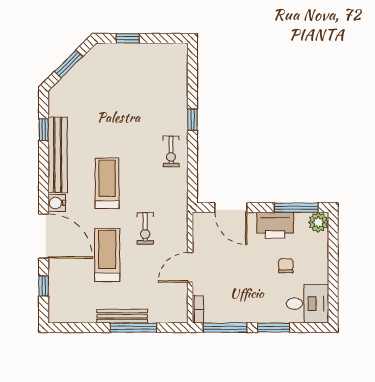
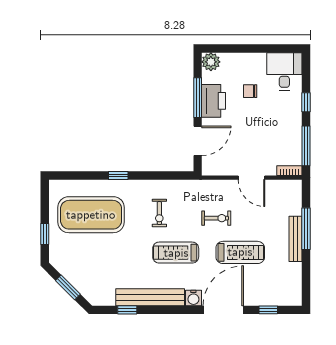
exercise mat: (149, 90) -> (91, 215), added
exercise bike: (171, 151) -> (159, 213), moved, turned 90
window: (296, 208) -> (198, 98), moved
treadmill: (107, 255) -> (240, 252), turned 180
window: (273, 328) -> (306, 102), width x0.67

